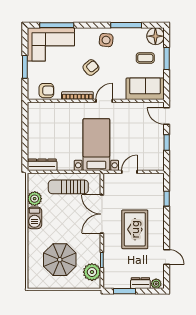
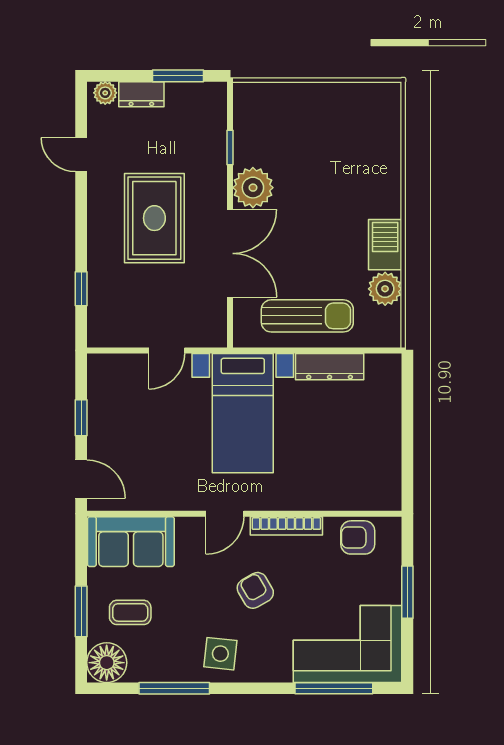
armchair: (91, 68) -> (255, 590), turned 100
dresser: (42, 165) -> (330, 367), moved
parasol: (60, 260) -> (327, 148), removed
plant: (92, 272) -> (253, 188), moved

